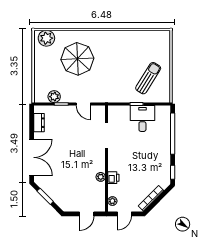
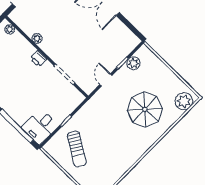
door: (83, 104) -> (106, 80), hinge flipped
desk: (142, 118) -> (40, 126), moved, turned 90
dresser: (39, 123) -> (125, 32), removed
printer: (113, 178) -> (38, 59), moved

